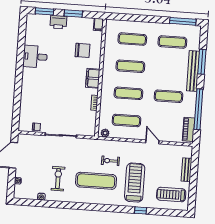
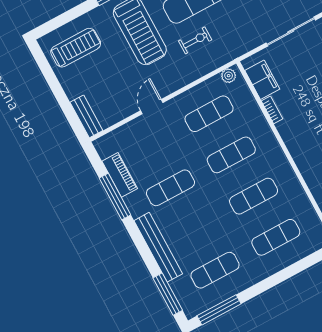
window: (202, 62) -> (168, 294), moved
filing cabinet: (93, 78) -> (262, 80), moved
window: (198, 109) -> (115, 197), width x0.68
piano: (189, 129) -> (120, 175), moved
door: (152, 142) -> (152, 107), swing flipped
bench: (186, 170) -> (86, 116), moved

